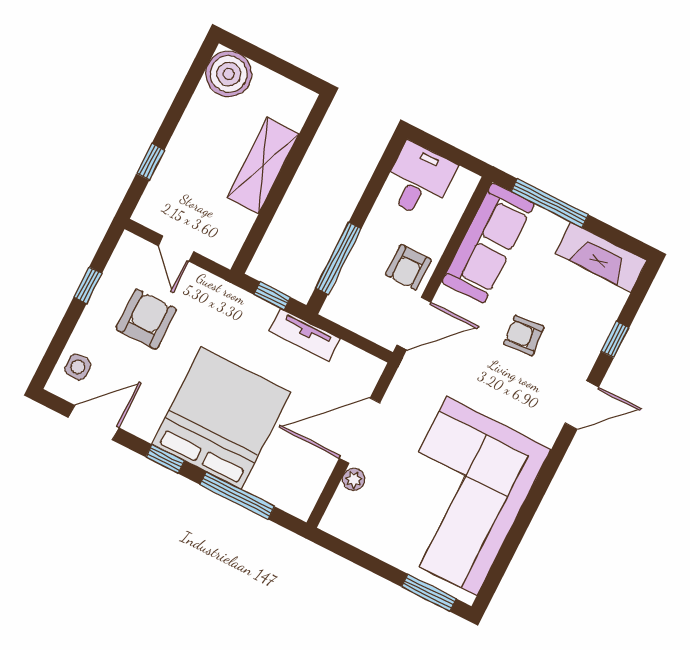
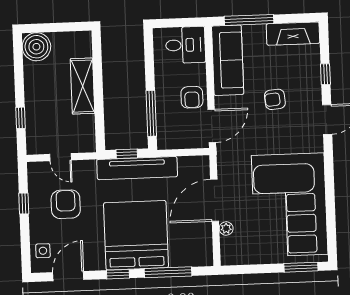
desk: (419, 180) -> (186, 45), moved, turned 90
tv unit: (305, 335) -> (137, 168), width x1.92, depth x1.29

